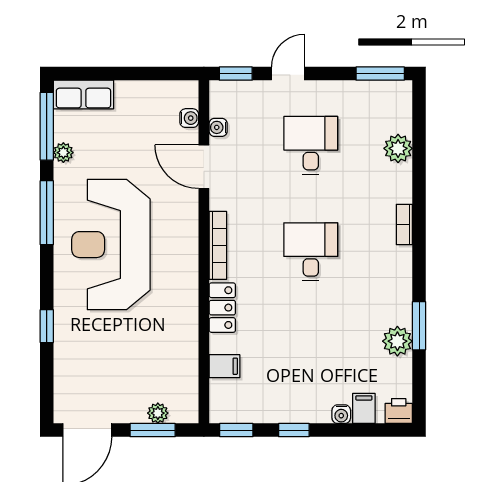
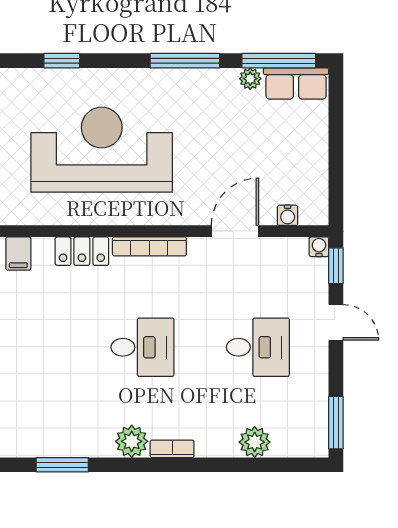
row of seats: (83, 95) -> (296, 83), moved, turned -90
water cooler: (218, 127) -> (319, 247), moved
reception desk: (111, 245) -> (102, 150), moved
plant: (397, 341) -> (132, 441), moved

